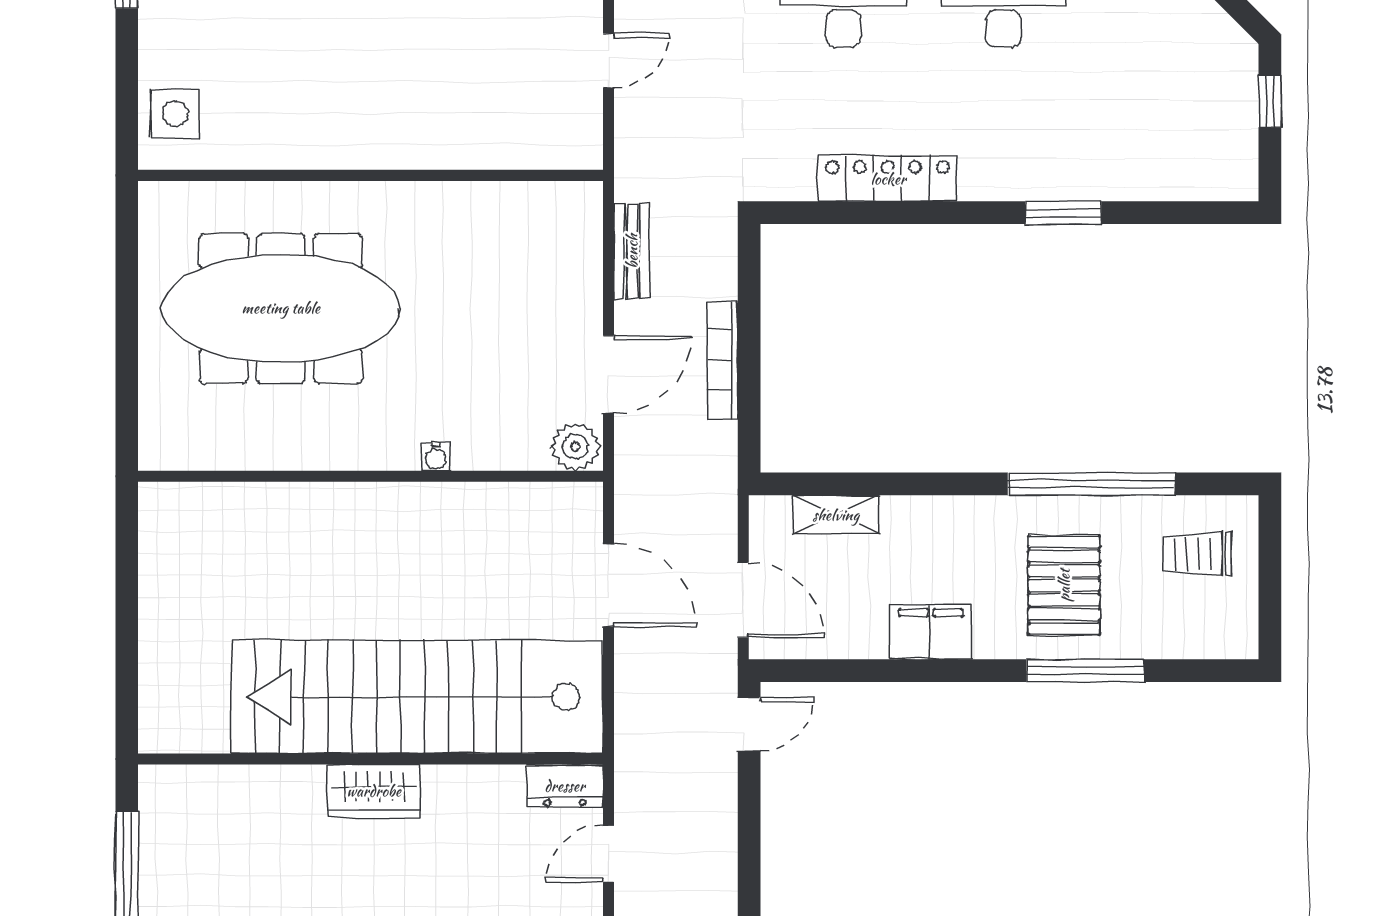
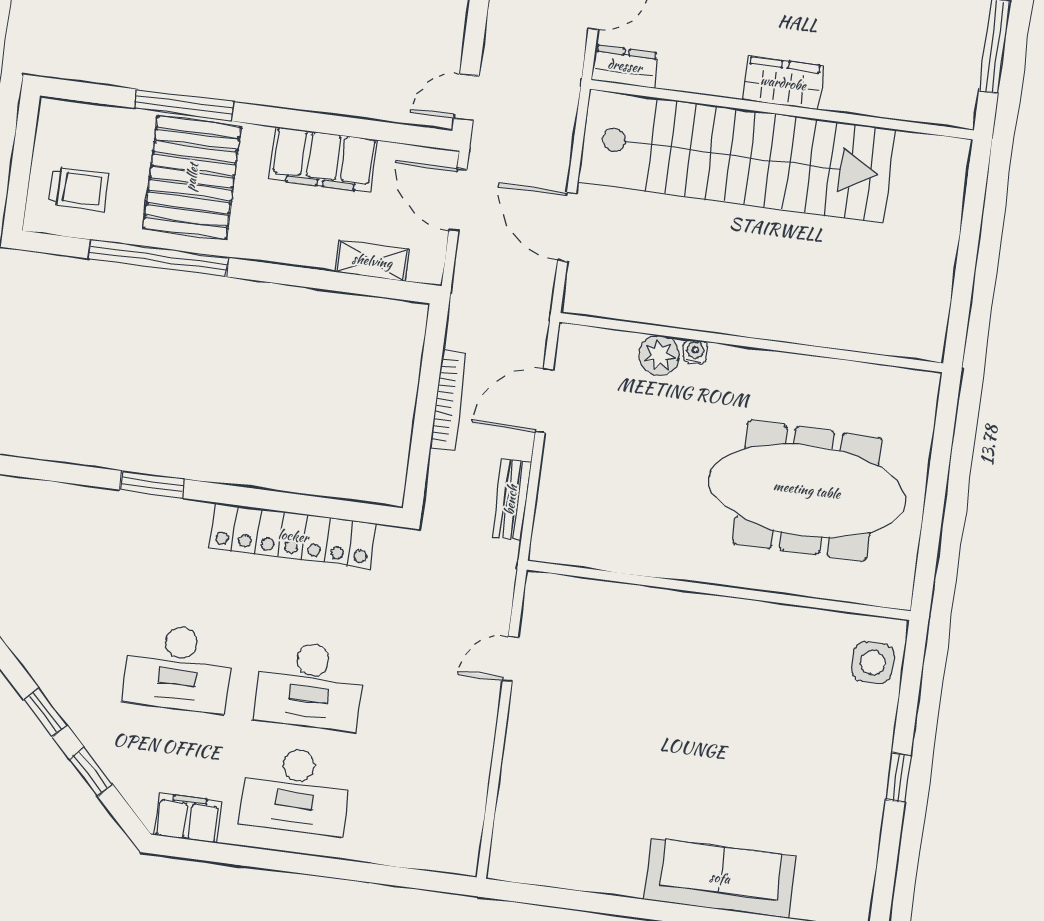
locker: (888, 179) -> (293, 536), width x1.41, depth x1.21
plant: (575, 447) -> (659, 355), moved
pallet: (1064, 585) -> (192, 177), width x1.37, depth x1.41
filing cabinet: (931, 632) -> (323, 160), width x1.50, depth x1.17

